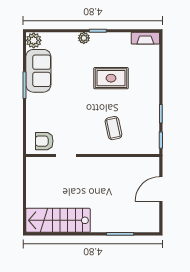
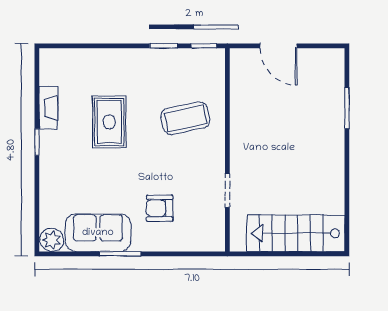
plant: (84, 38) -> (48, 163), removed
fireplace: (145, 38) -> (48, 108), moved
coffee table: (113, 128) -> (185, 118), width x1.36, depth x1.30
armchair: (44, 141) -> (160, 208), moved, turned 90
stairs: (58, 220) -> (296, 233), moved, turned 90

